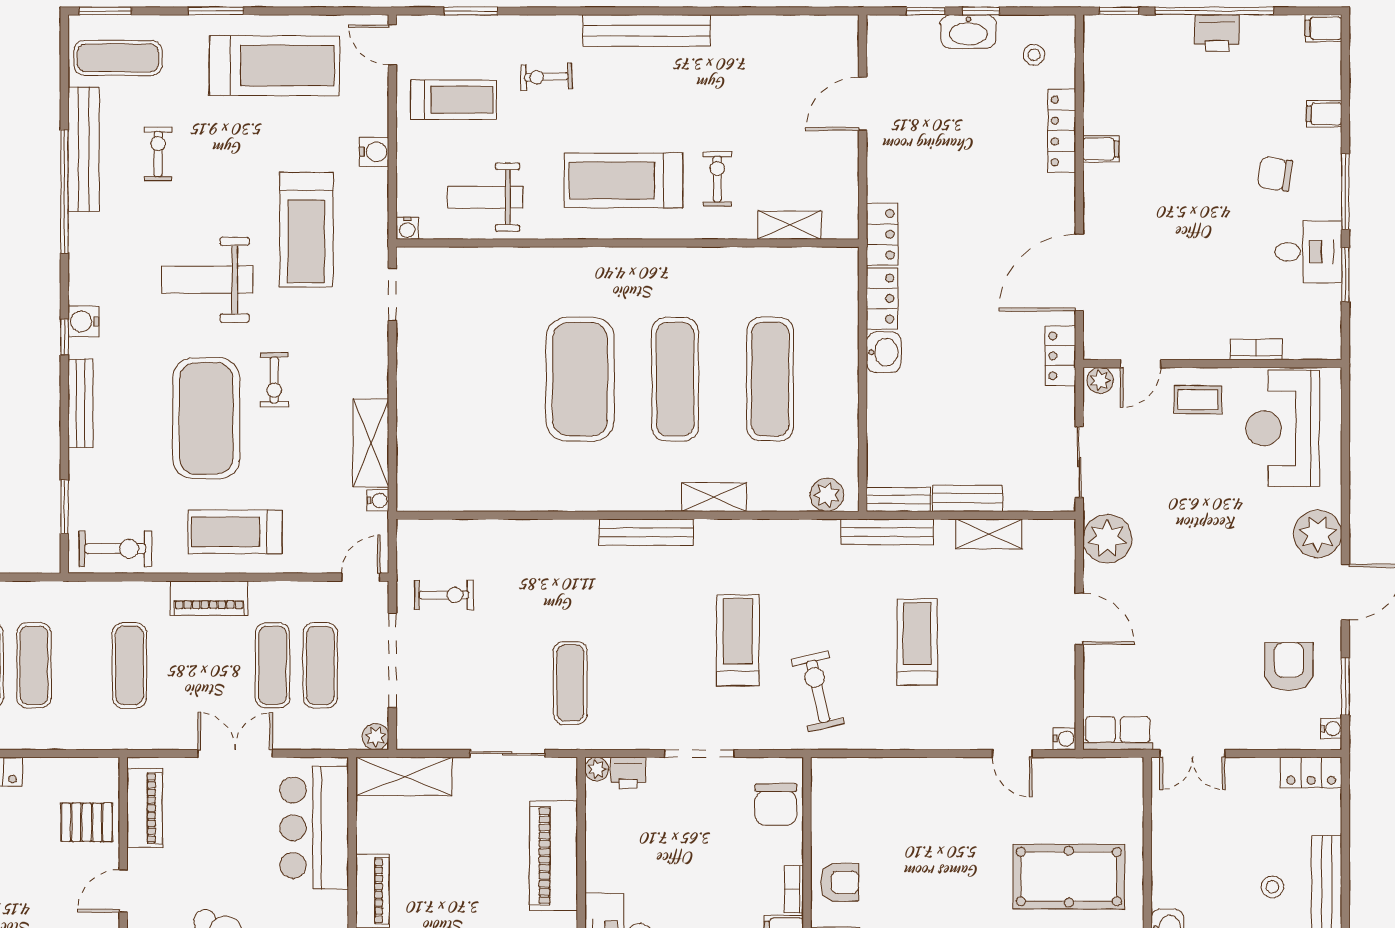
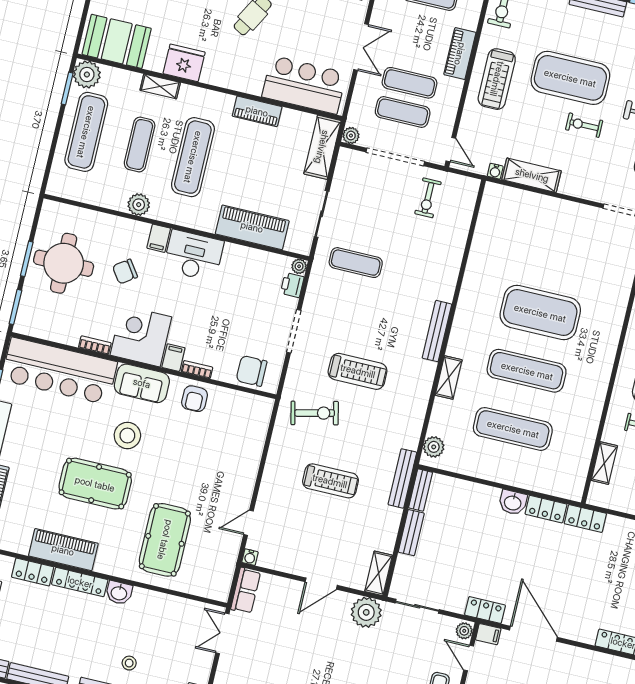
filing cabinet: (1101, 149) -> (488, 634), moved, turned -90
treadmill: (235, 532) -> (497, 79), turned 180
shelving: (989, 534) -> (379, 573), moved

